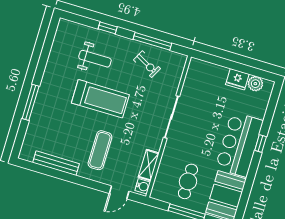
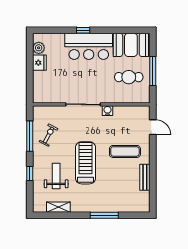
bench: (56, 163) -> (145, 177), width x0.73
shelving: (149, 165) -> (58, 207), moved
water cooler: (143, 186) -> (108, 111), moved

